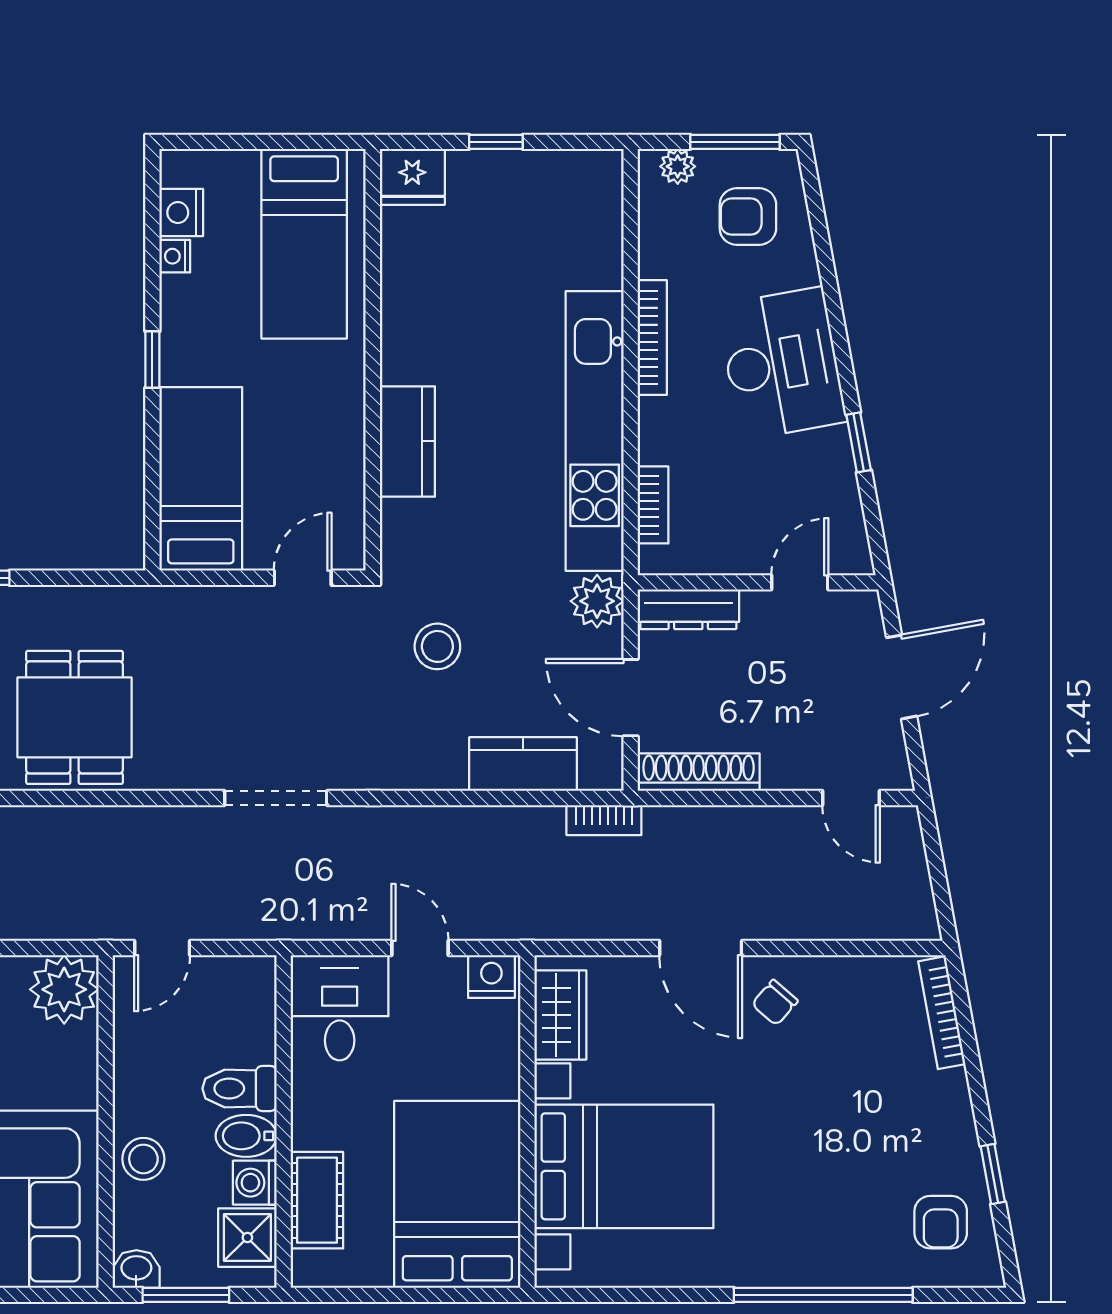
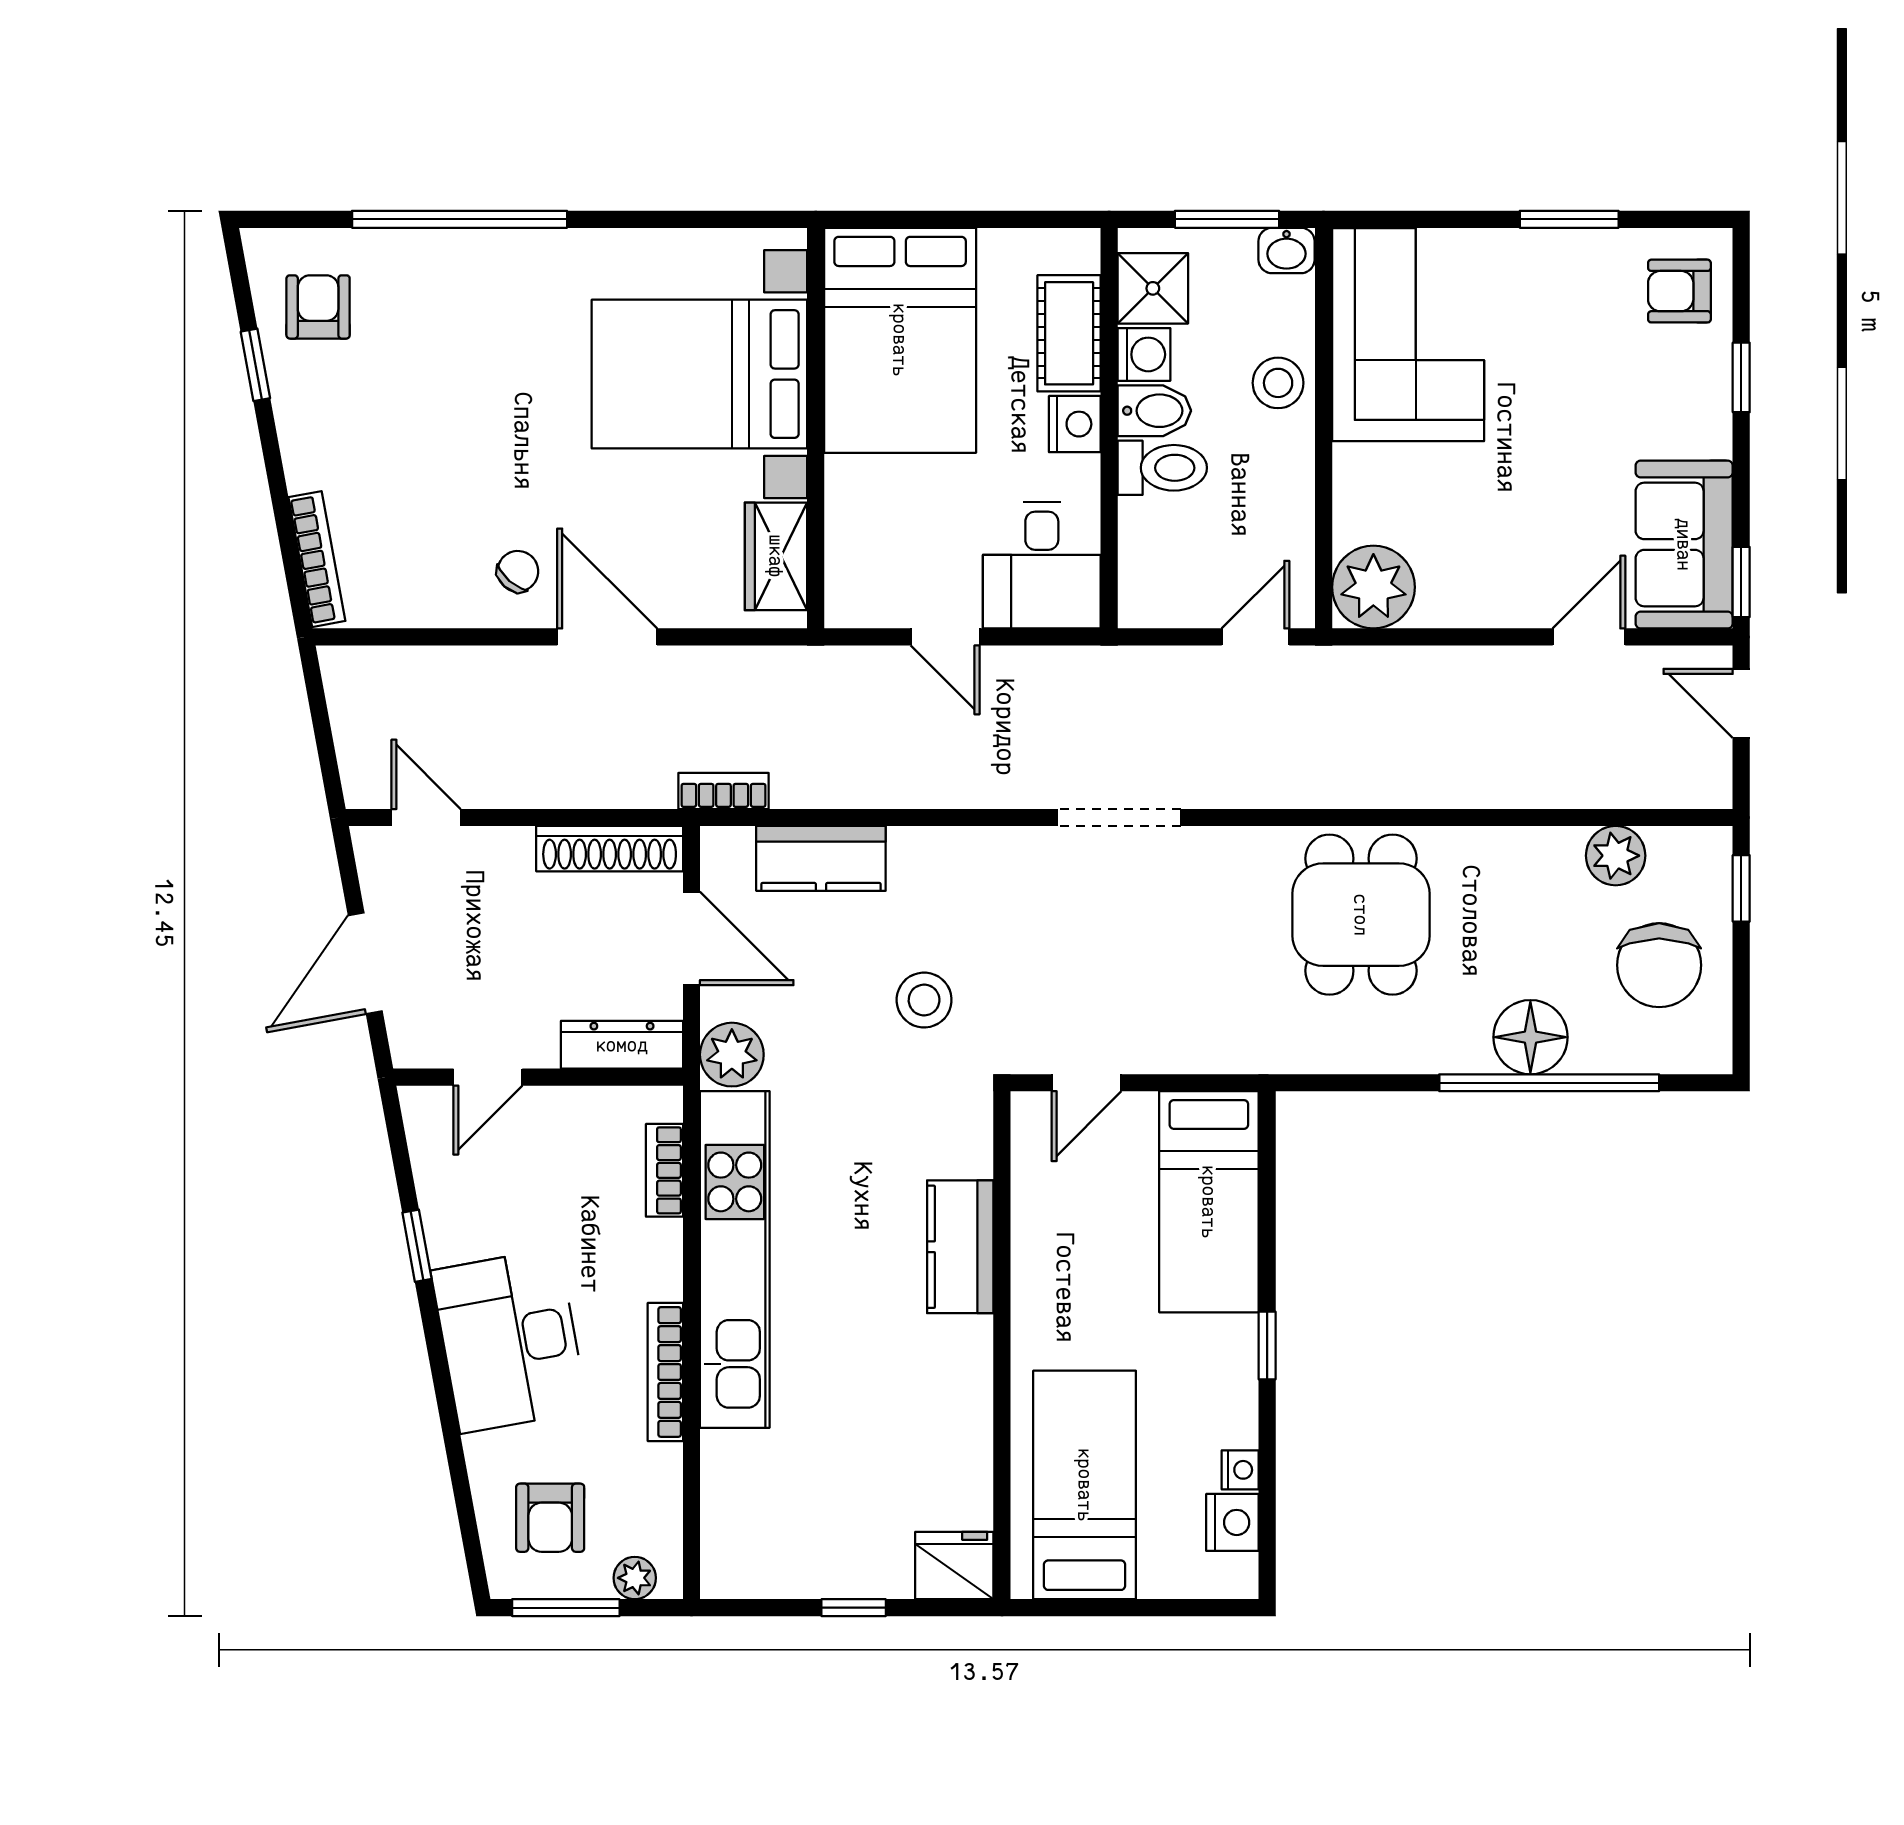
armchair: (748, 216) -> (550, 1518), turned 90
nightstand: (491, 977) -> (1075, 424), moved, turned -90

